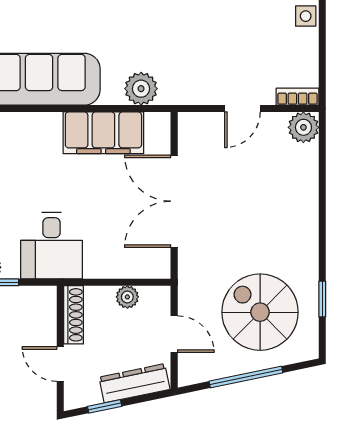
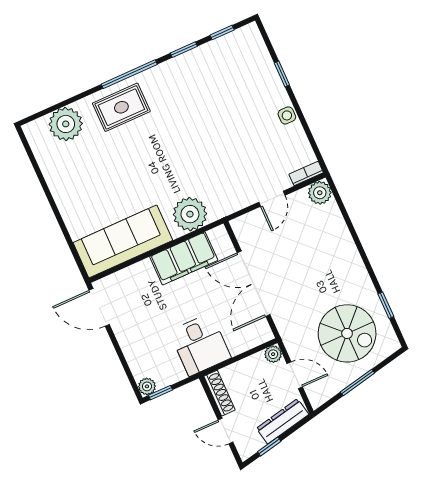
plant: (141, 89) -> (190, 214), width x1.36, depth x1.36
desk: (52, 246) -> (200, 345), moved
plant: (127, 297) -> (273, 354), moved
spiral stairs: (260, 312) -> (347, 333), turned 180
window: (246, 377) -> (357, 383), width x0.69

